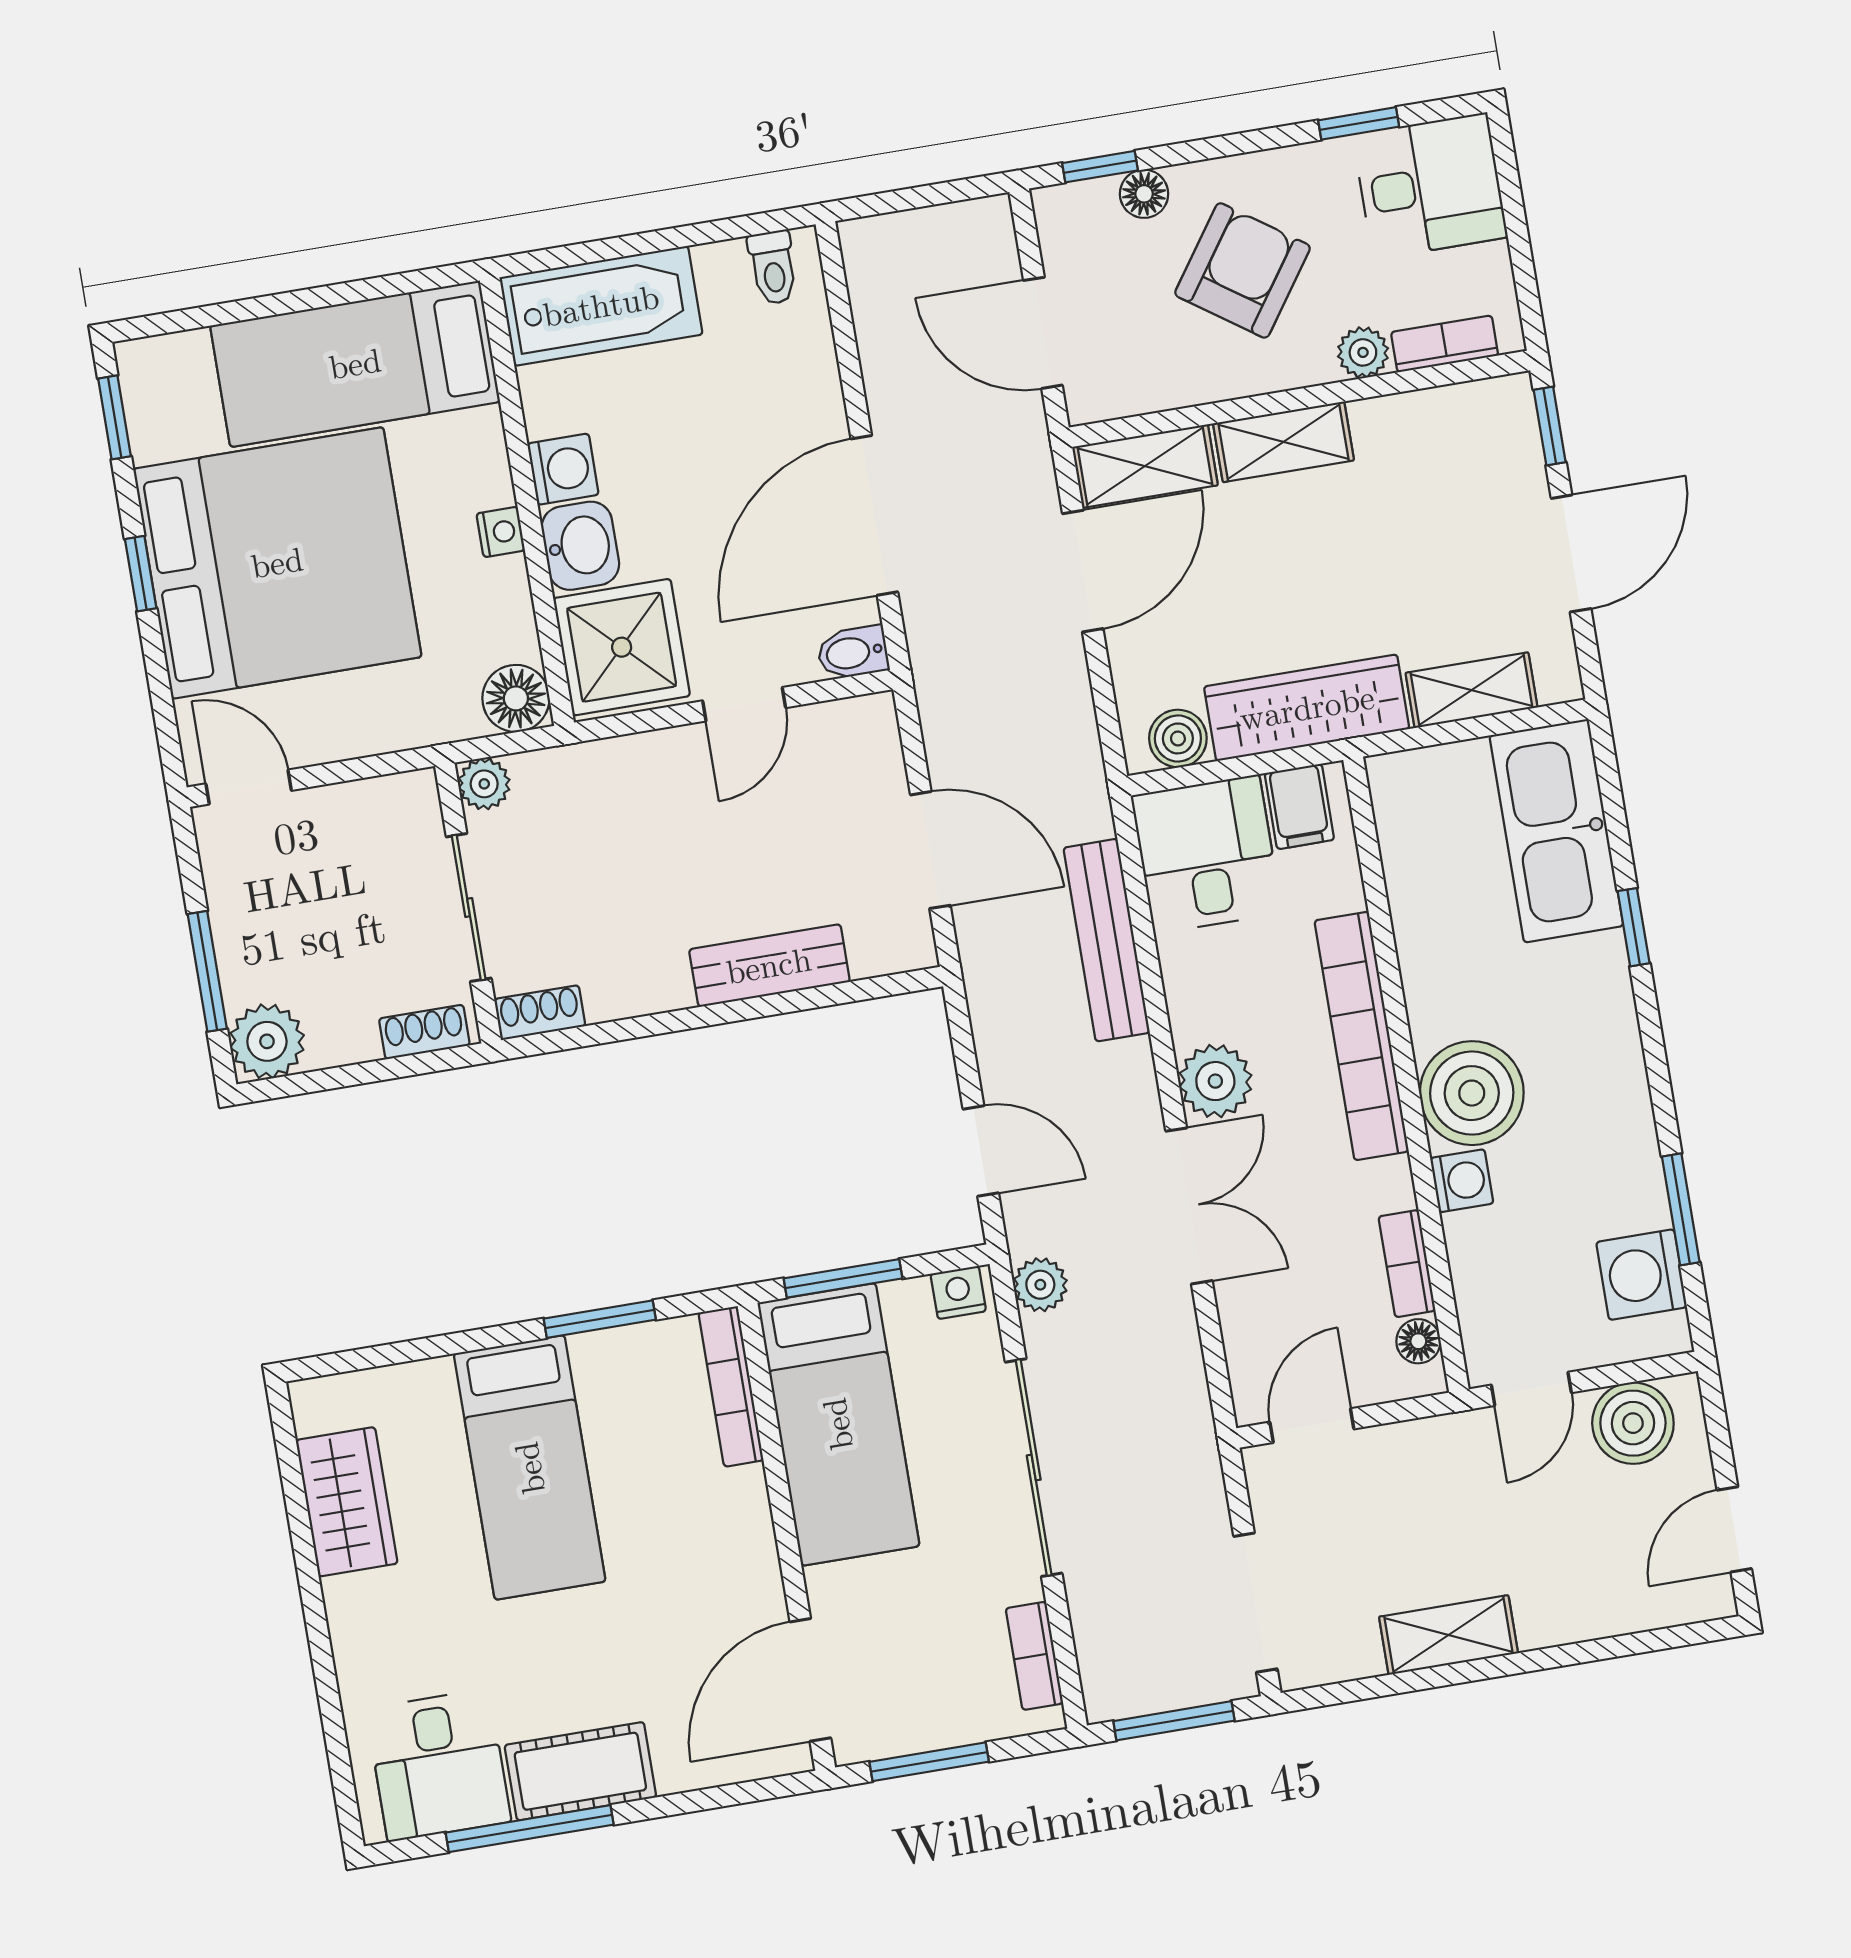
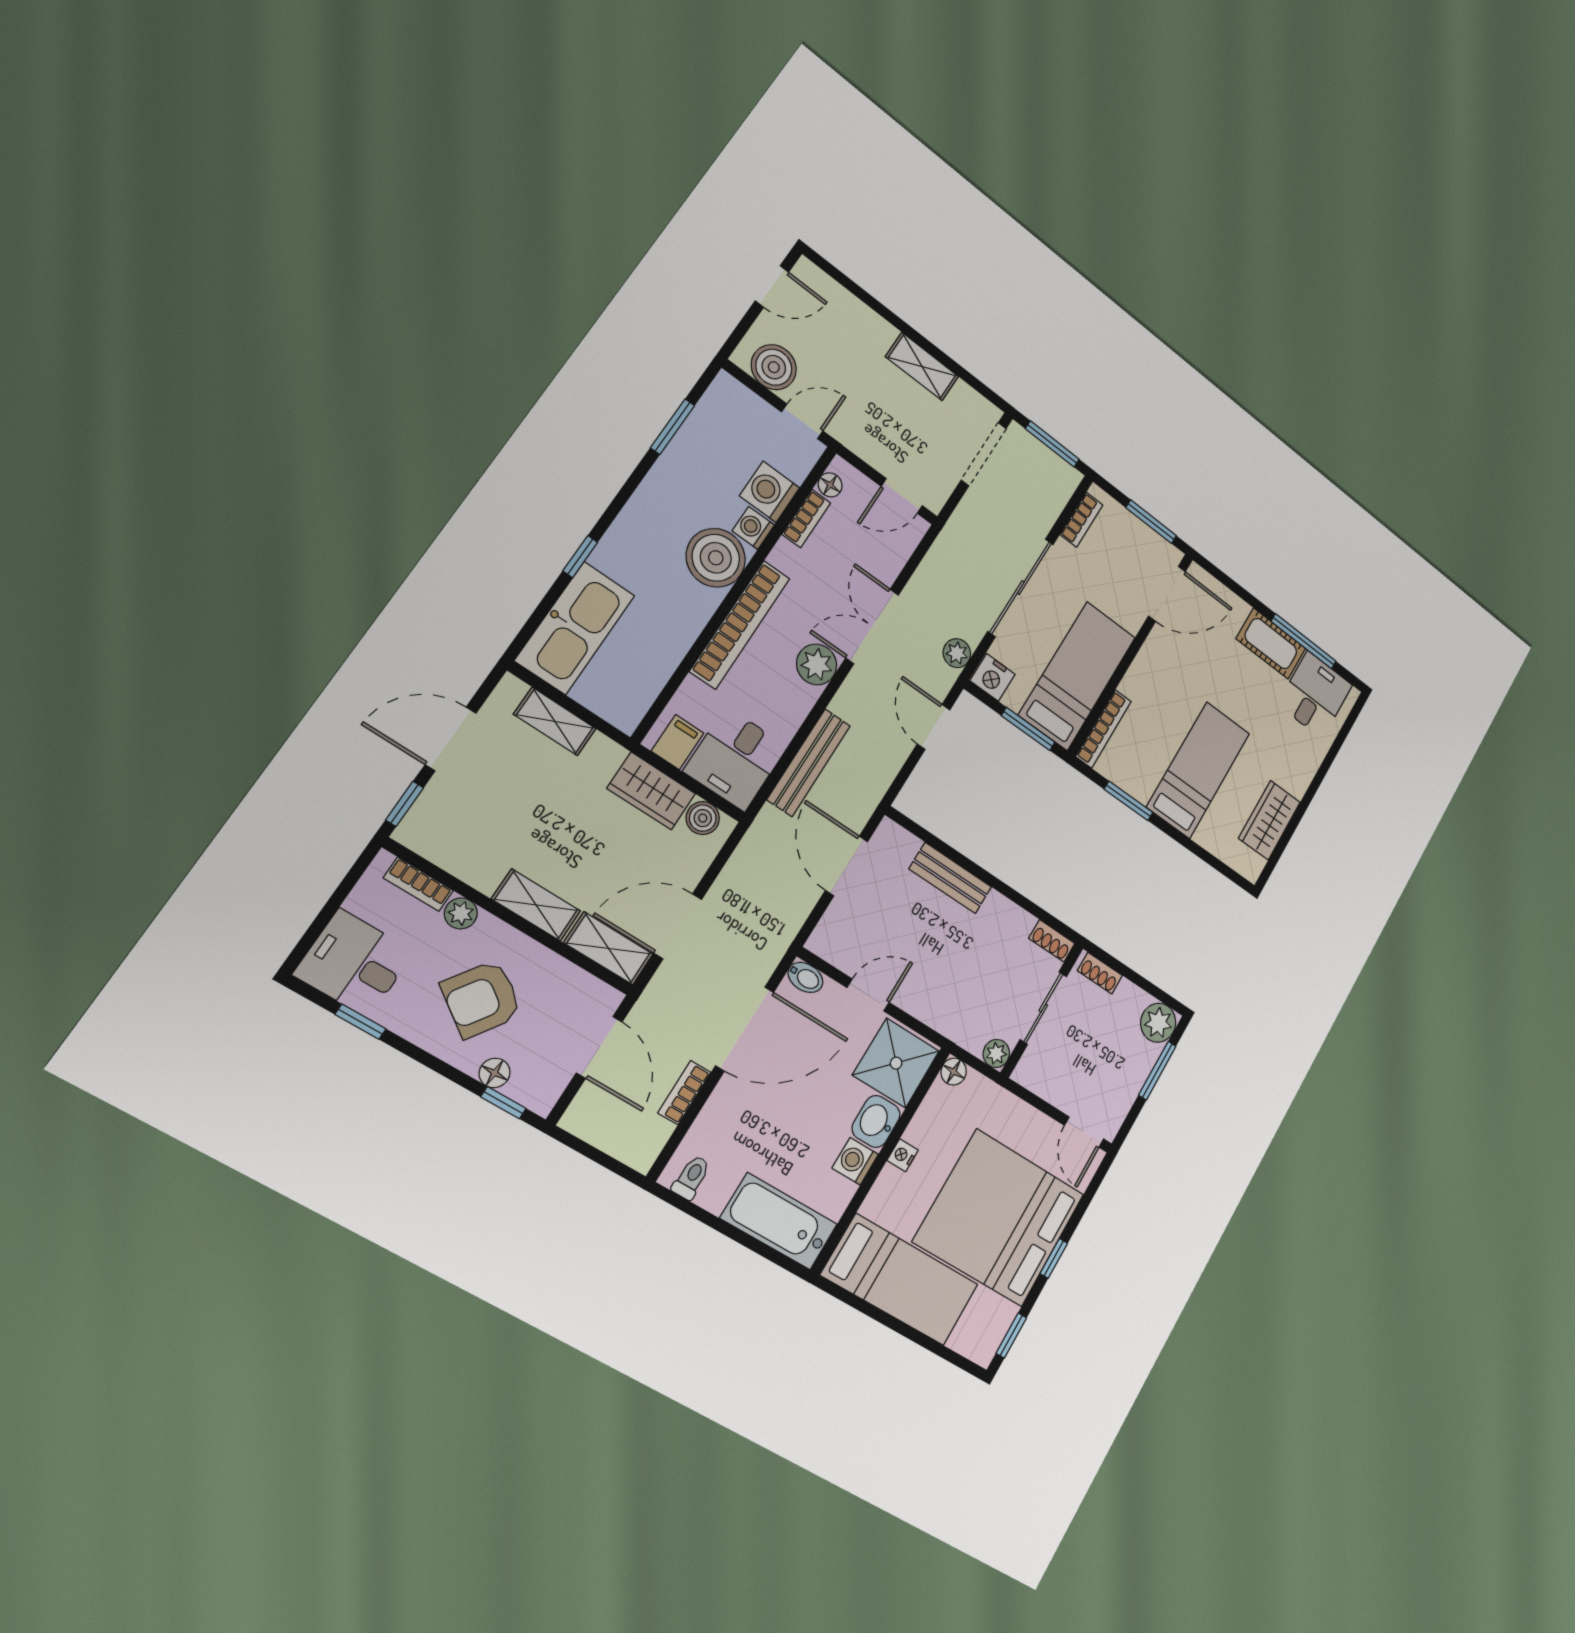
bookcase: (881, 367) -> (684, 1093), added
floor lamp: (516, 698) -> (954, 1072), width x0.73, depth x0.73
wardrobe: (1307, 708) -> (651, 791), width x0.67
washing machine: (1642, 1275) -> (770, 492), moved, turned 180
nightstand: (958, 1292) -> (993, 677), width x1.39, depth x1.35

